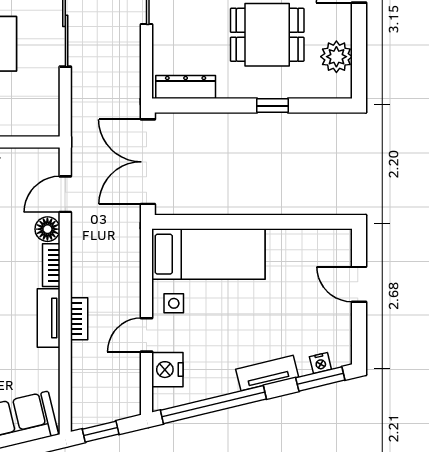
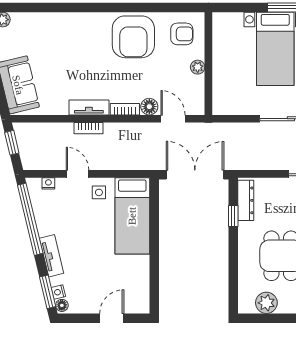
window: (273, 106) -> (233, 216), moved
floor lamp: (340, 358) -> (62, 305), added
nightstand: (167, 370) -> (48, 183), width x0.53, depth x0.56

